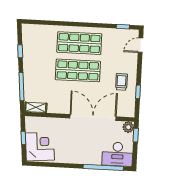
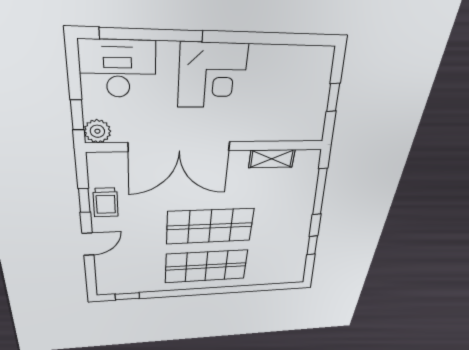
door: (140, 45) -> (88, 244), moved
trolley: (121, 82) -> (106, 202), moved
shelving: (36, 107) -> (272, 159), moved
corner desk: (40, 147) -> (212, 76), moved, turned -85

